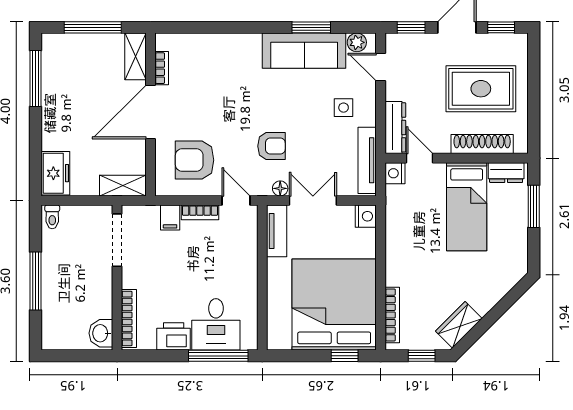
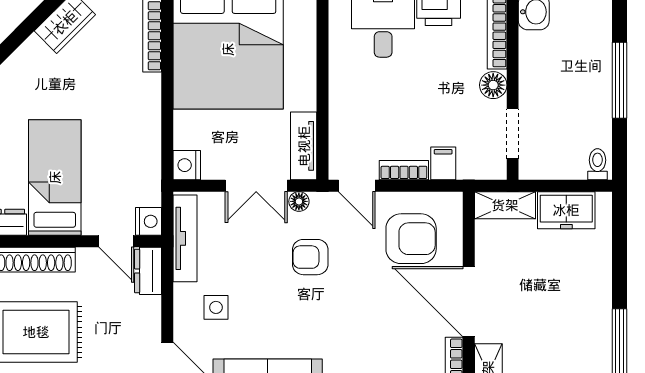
door: (151, 112) -> (469, 302), swing flipped
dresser: (395, 127) -> (148, 271), width x0.70
freezer: (55, 173) -> (566, 210), moved, turned -90
doorway: (117, 240) -> (513, 134), width x0.73
floor lamp: (132, 277) -> (493, 85), added

